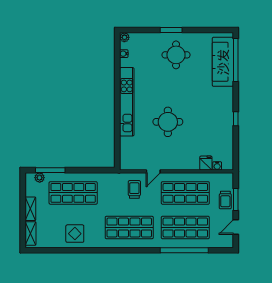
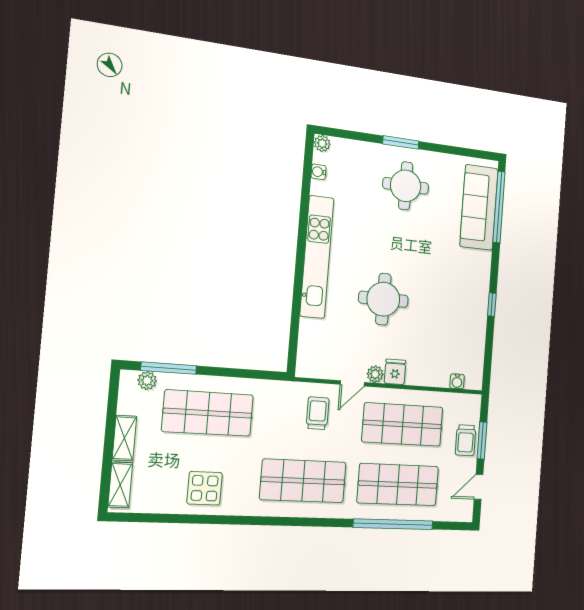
fridge: (206, 163) -> (395, 372), moved
plant: (166, 165) -> (375, 374), added

